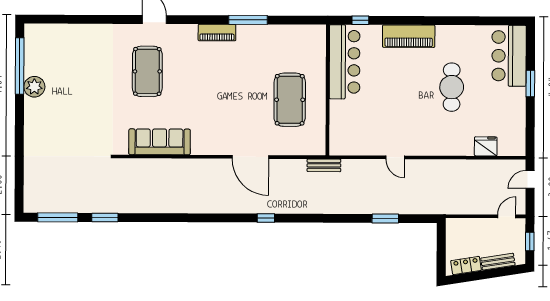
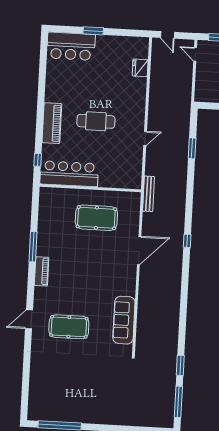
plant: (34, 87) -> (76, 415), removed
cafe table: (452, 87) -> (96, 121), moved
bench: (324, 165) -> (149, 194), width x1.36

